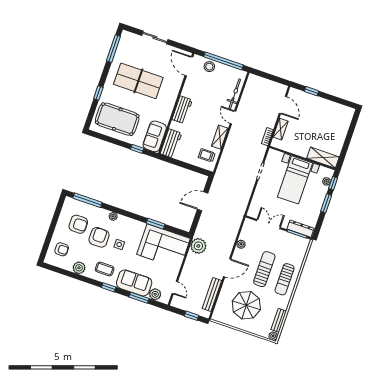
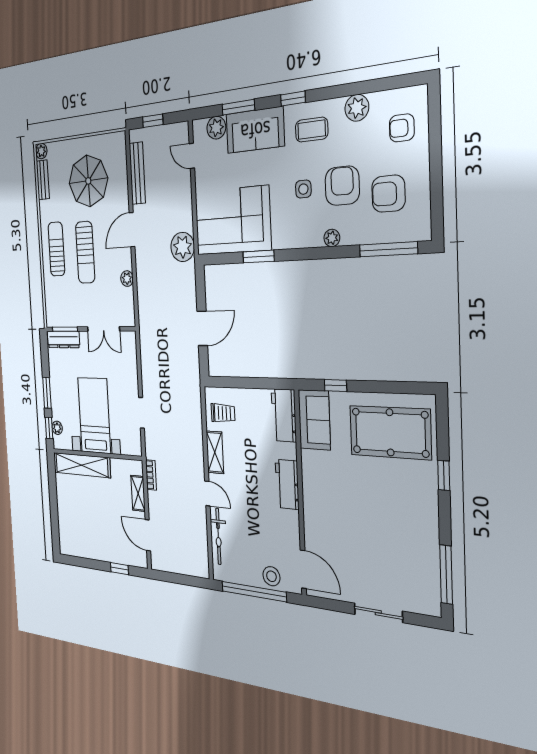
table tennis table: (138, 81) -> (378, 520), removed
shelving: (323, 158) -> (82, 465), width x1.47
armchair: (99, 237) -> (342, 186), turned 180

